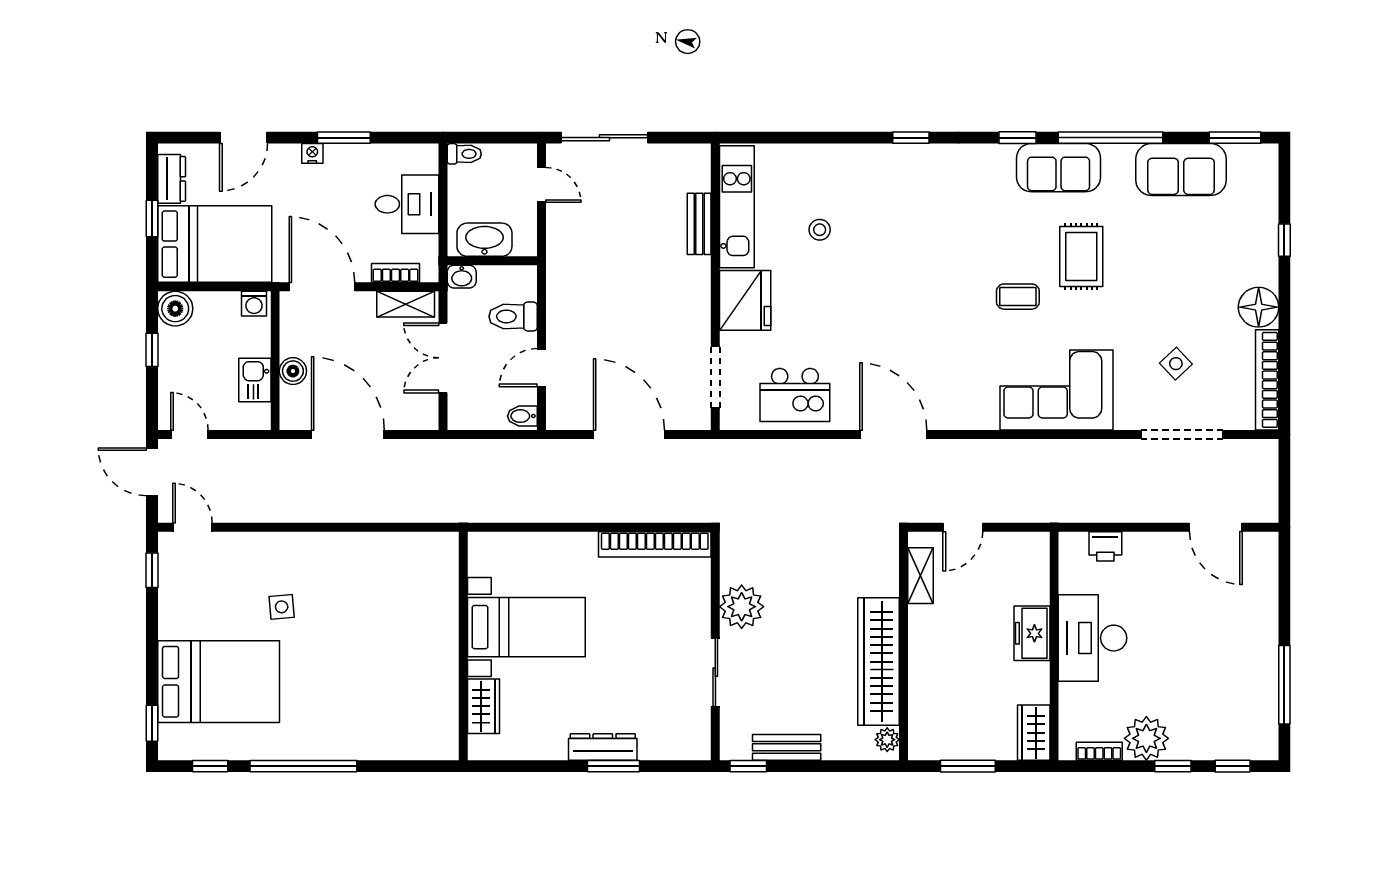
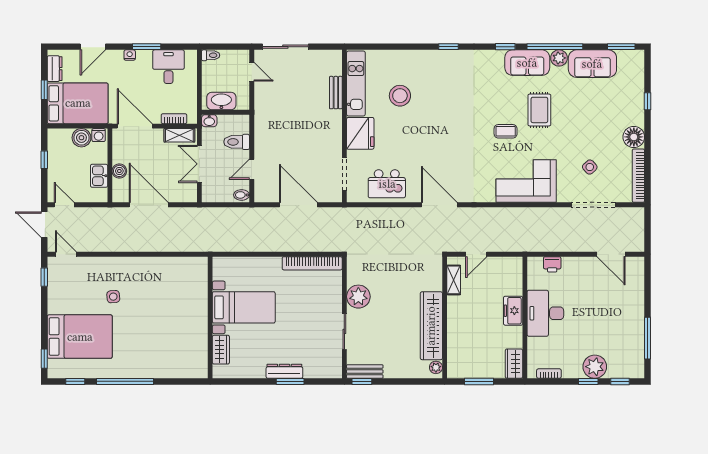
plant: (1118, 159) -> (559, 58), added
desk: (407, 204) -> (168, 67), moved, turned -90
stool: (820, 230) -> (400, 96), width x1.89, depth x1.89
boiler: (175, 309) -> (81, 138), moved
plant: (1146, 738) -> (595, 367), moved
bench: (787, 747) -> (365, 371), moved

